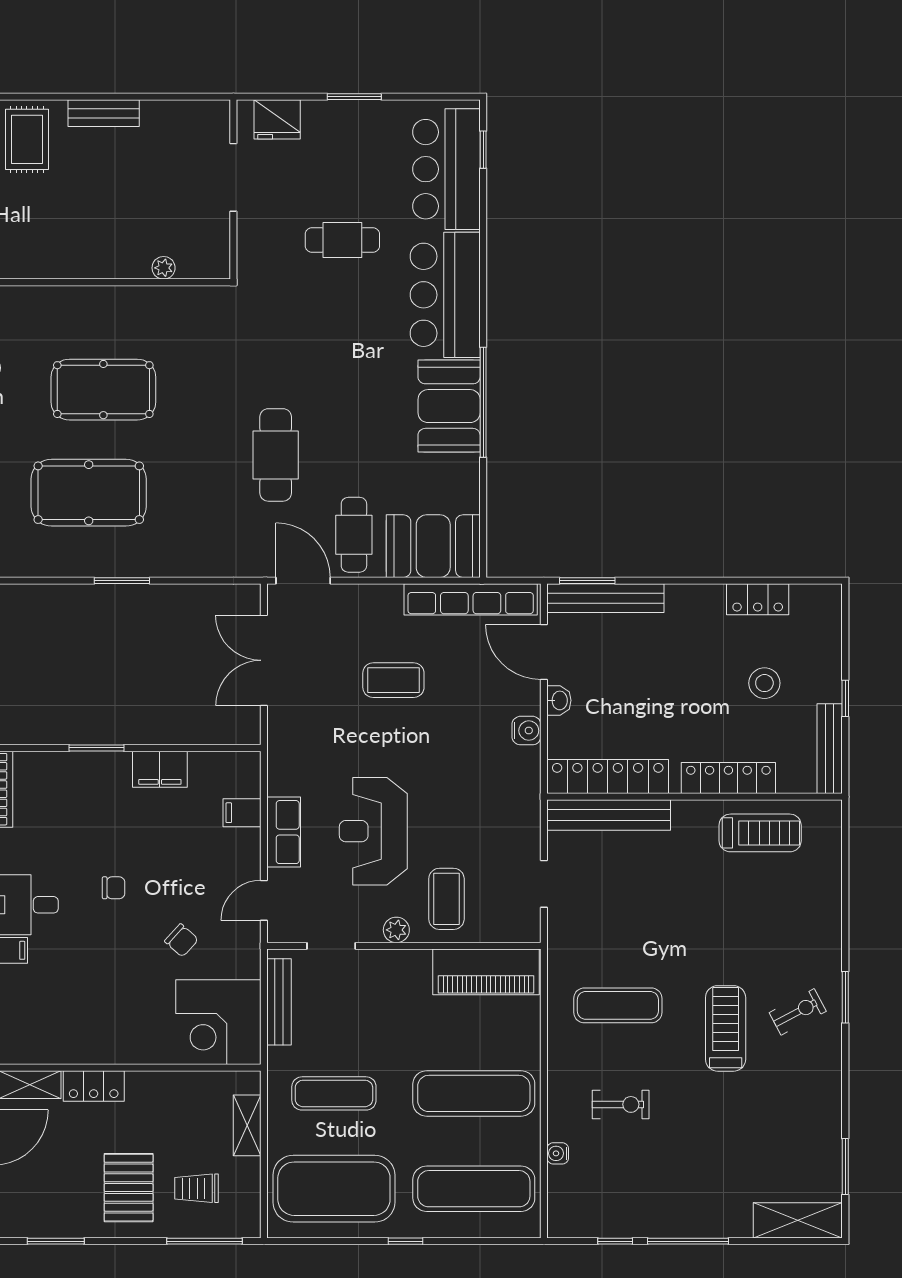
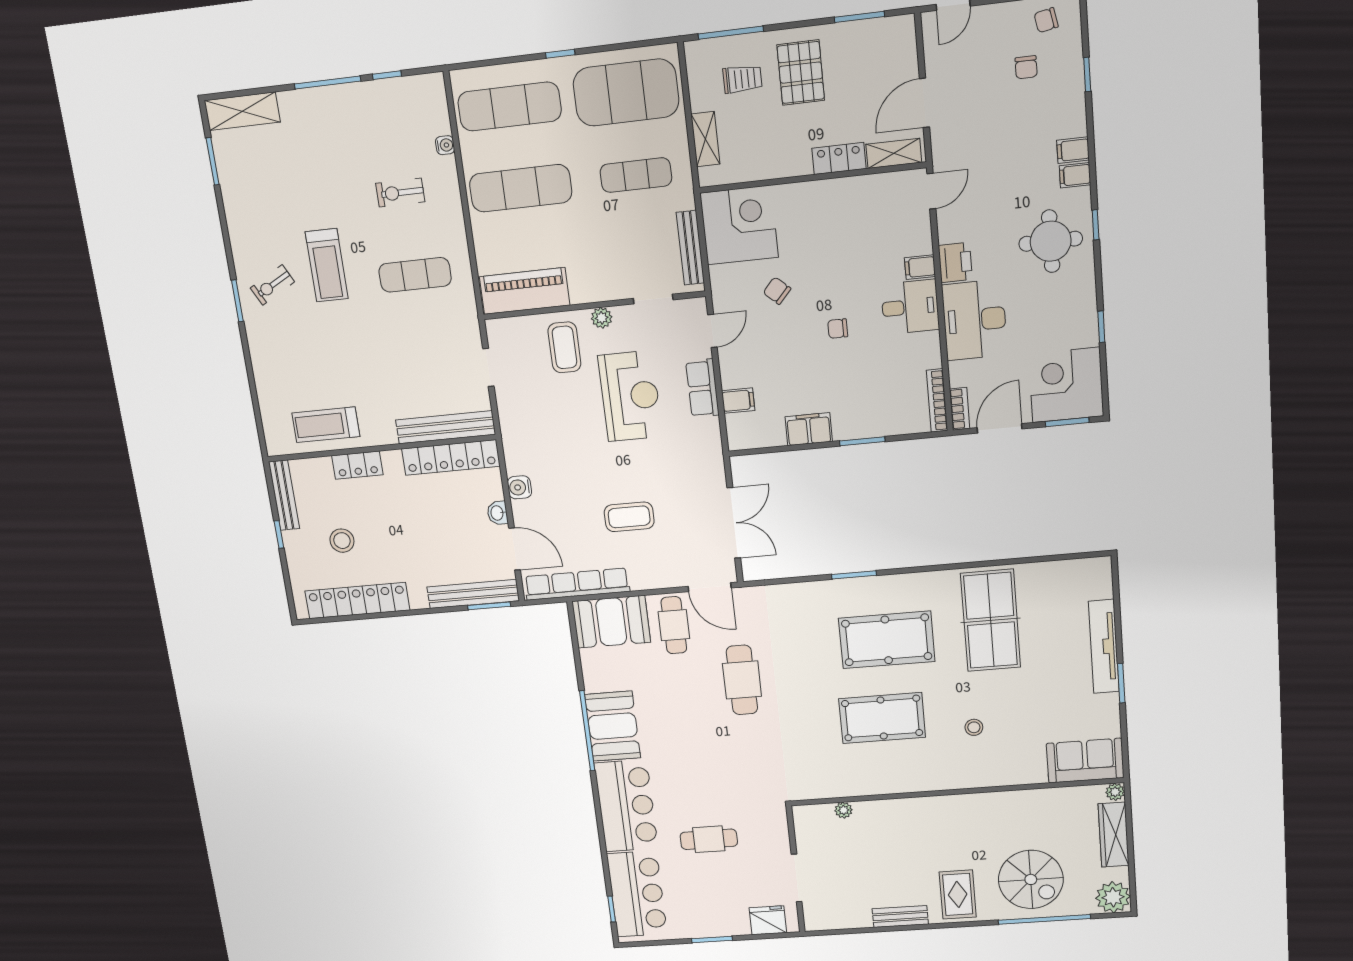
locker: (758, 599) -> (357, 601), width x2.16, depth x1.21
locker: (728, 778) -> (357, 465), width x0.66

